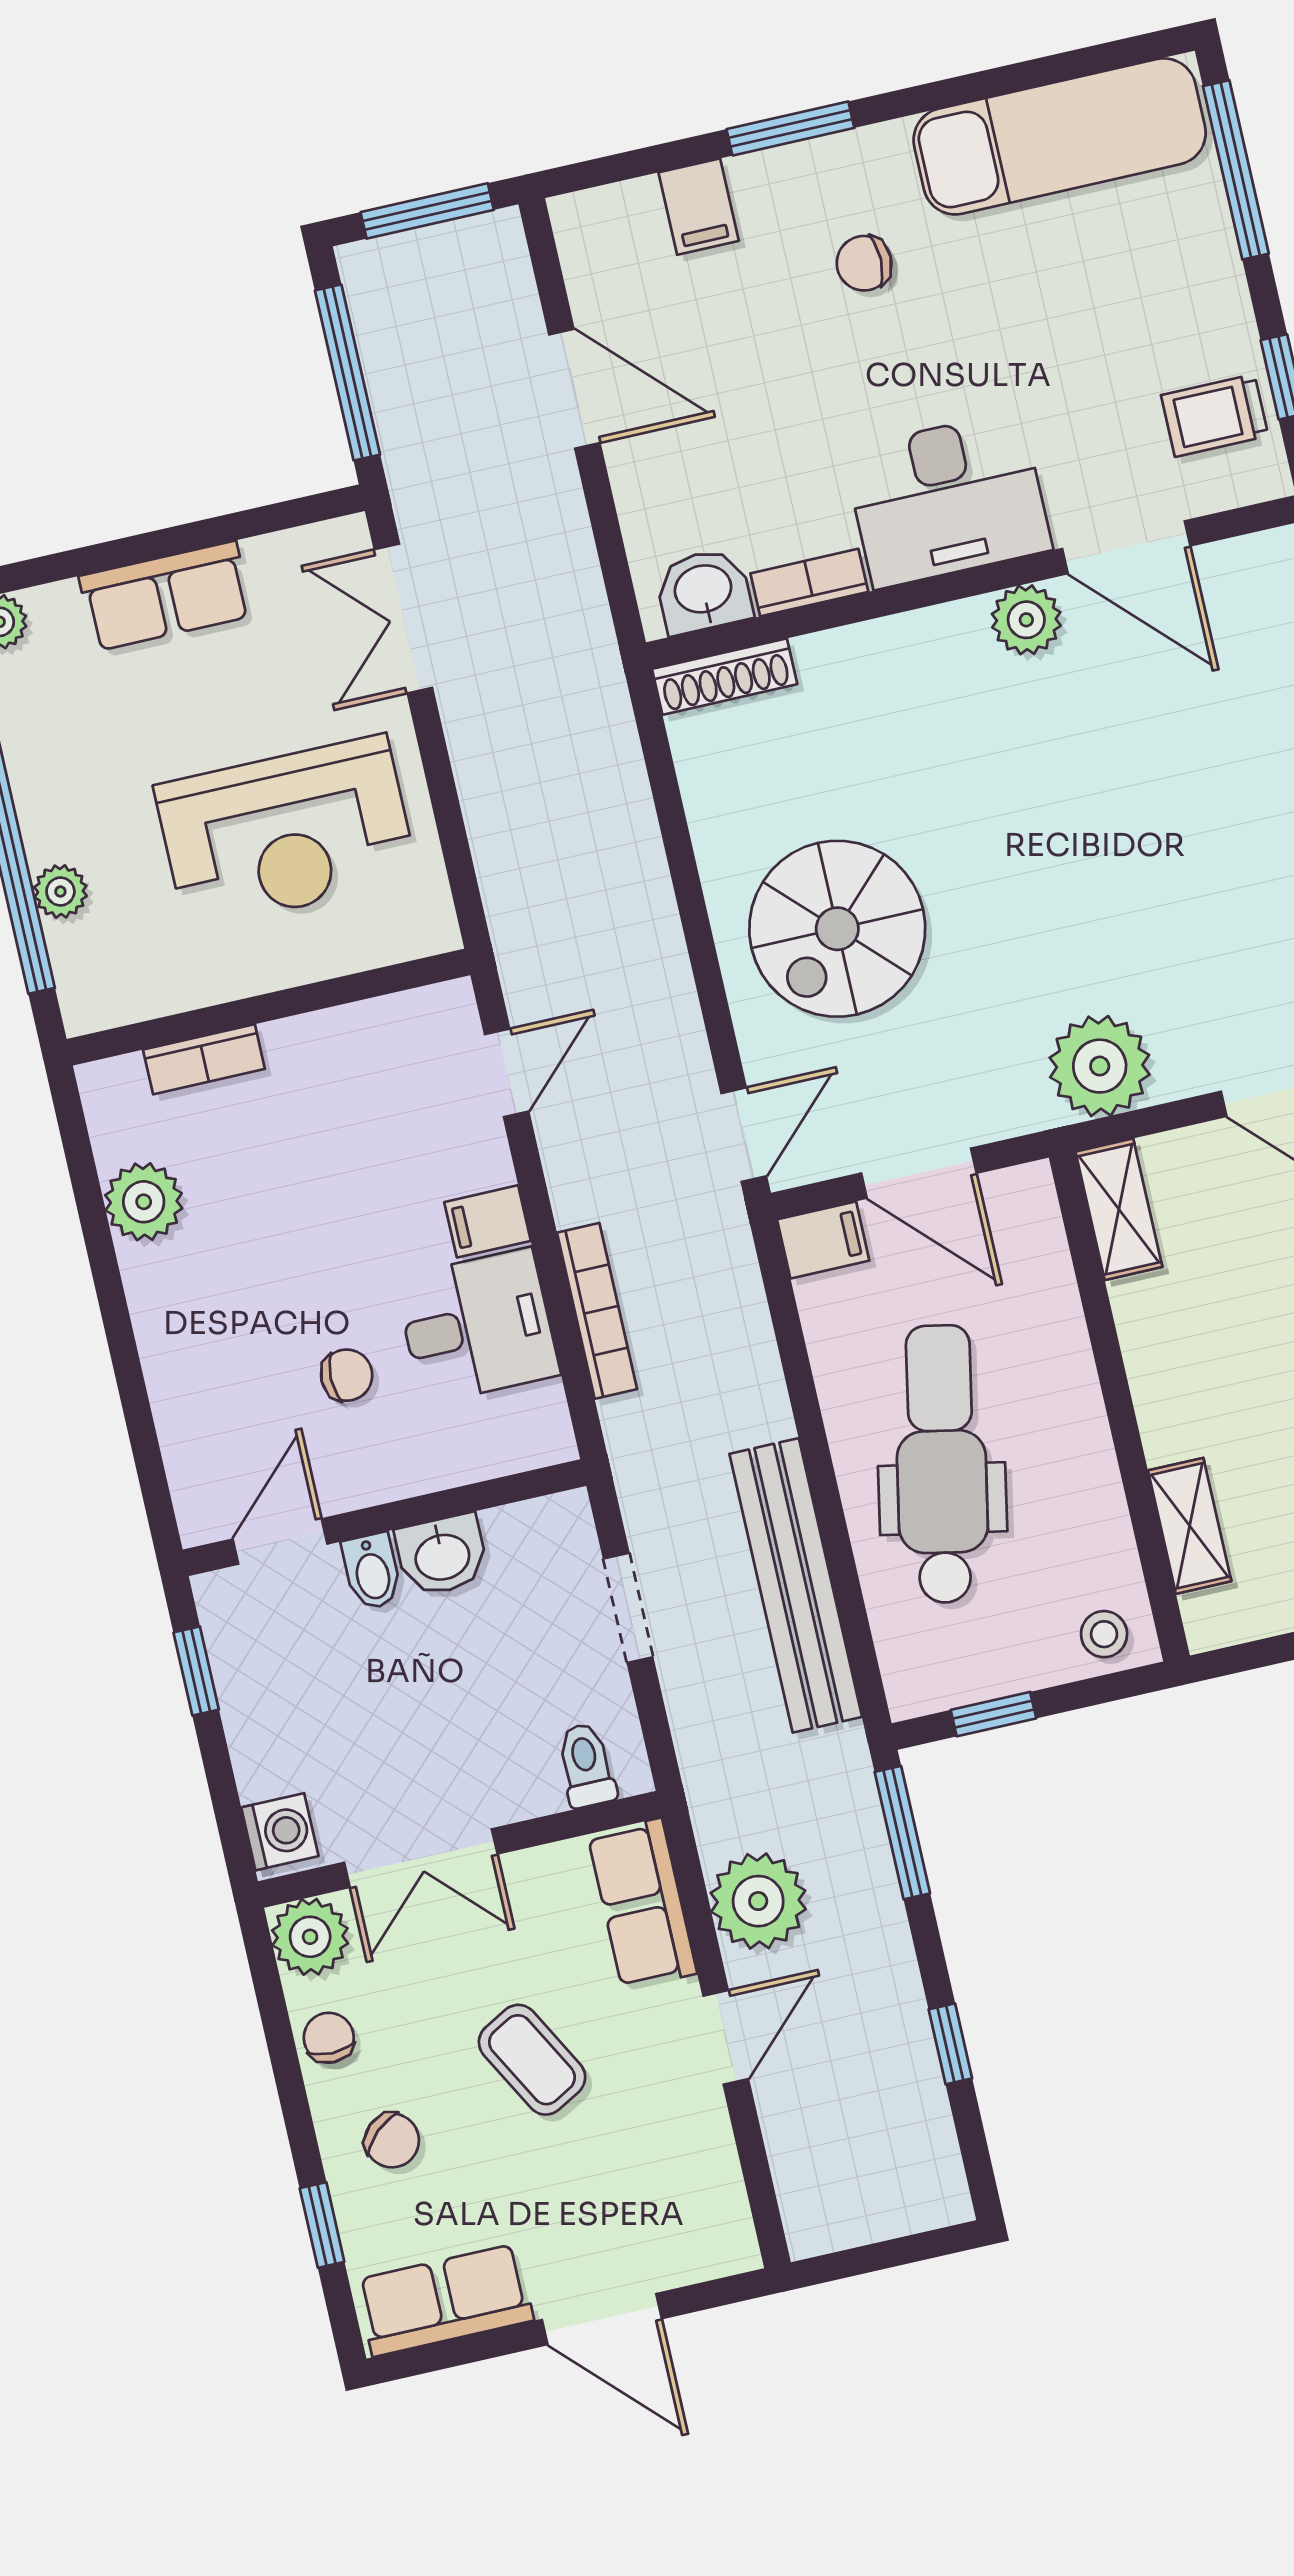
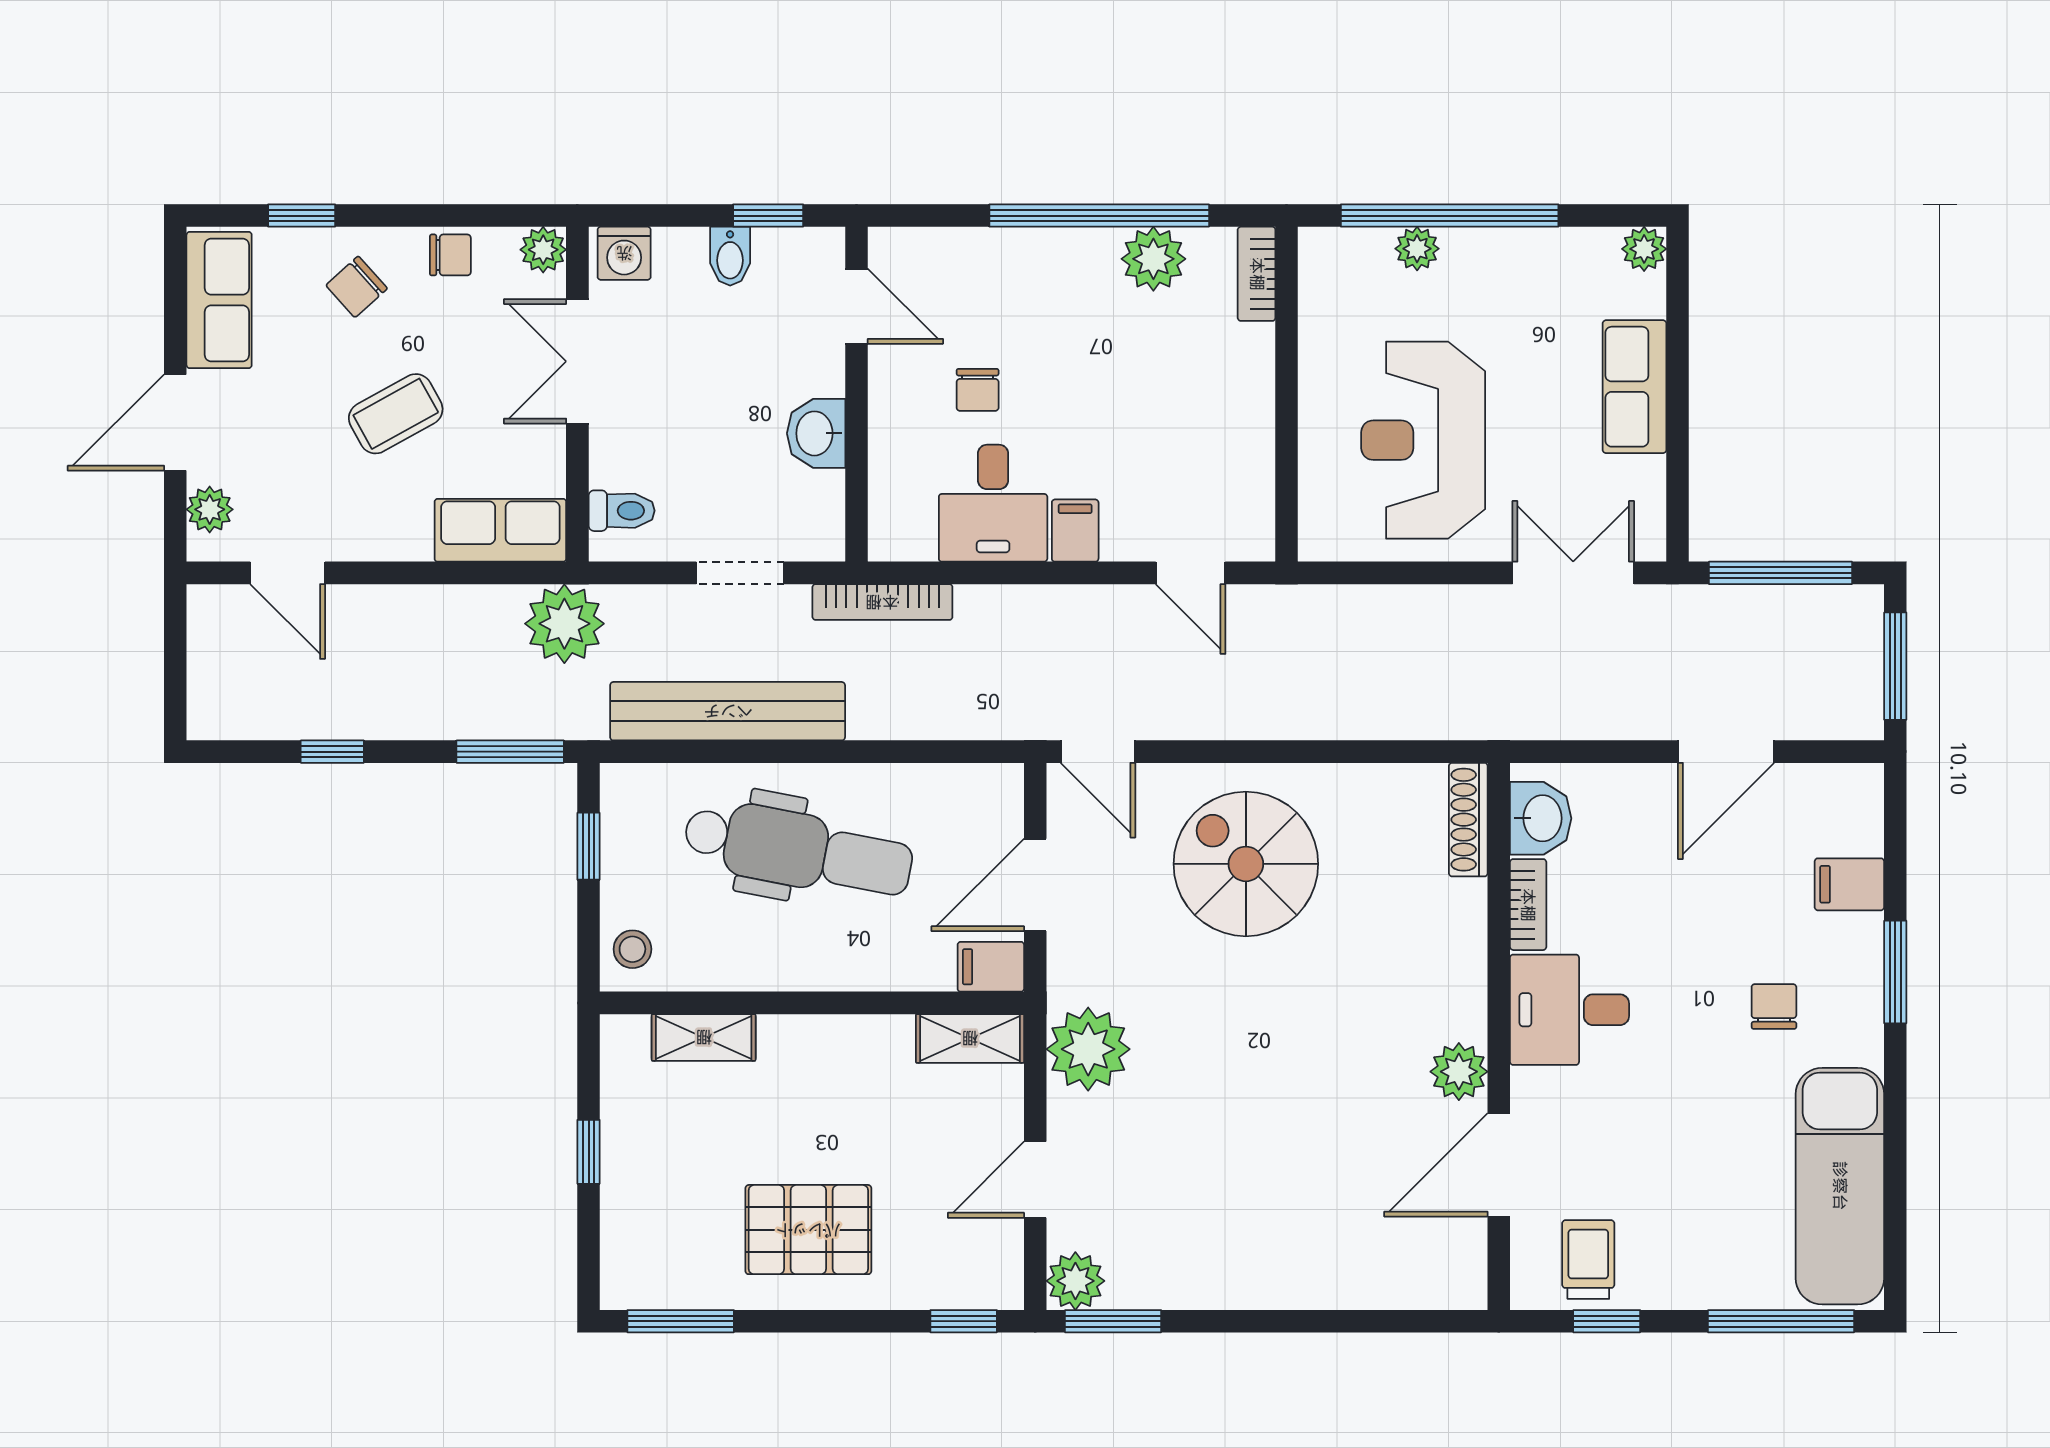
desk: (948, 500) -> (1569, 1010), width x0.73
bookcase: (204, 1059) -> (1257, 274), moved
filing cabinet: (823, 1240) -> (991, 967), moved, turned 90
window: (107, 1278) -> (1099, 216), added
bookcase: (597, 1311) -> (882, 602), moved
bidet: (372, 1571) -> (730, 256), moved, turned -90
plant: (758, 1901) -> (564, 624), moved
plant: (310, 1937) -> (543, 250), width x0.73, depth x0.73
door: (726, 2037) -> (288, 573), moved
plant: (696, 2255) -> (210, 509), added

